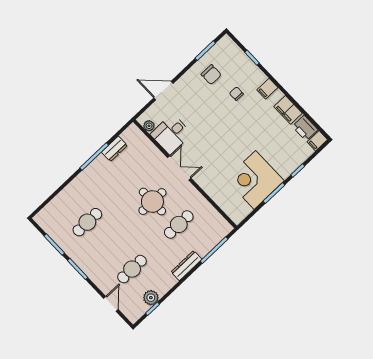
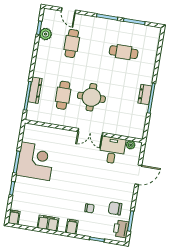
printer: (305, 128) -> (121, 229), moved, turned -90
dresser: (114, 149) -> (145, 95), moved
cafe table: (87, 222) -> (124, 52), turned 90
dresser: (186, 266) -> (35, 90), moved

